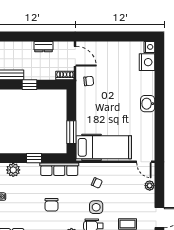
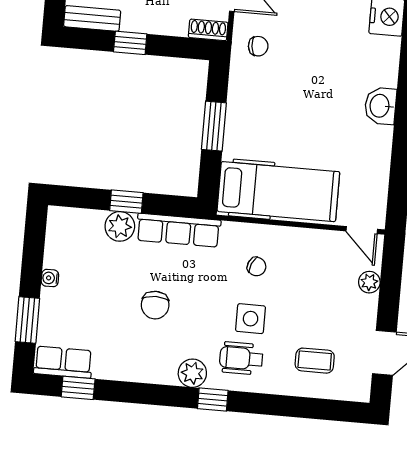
window: (71, 132) -> (214, 126), moved
plant: (13, 170) -> (120, 226), moved

